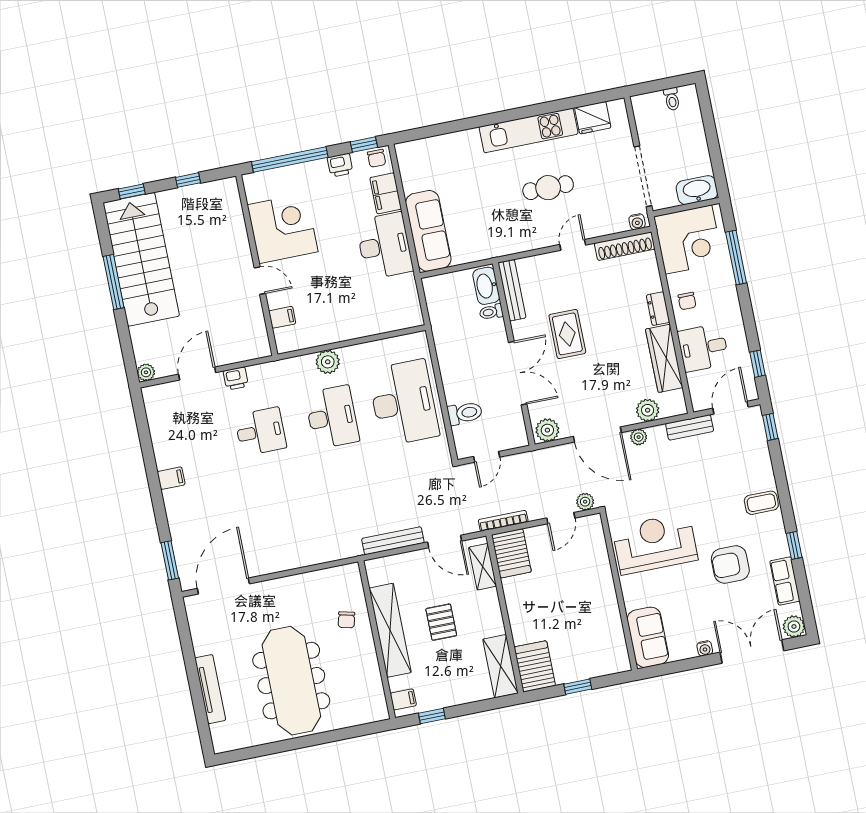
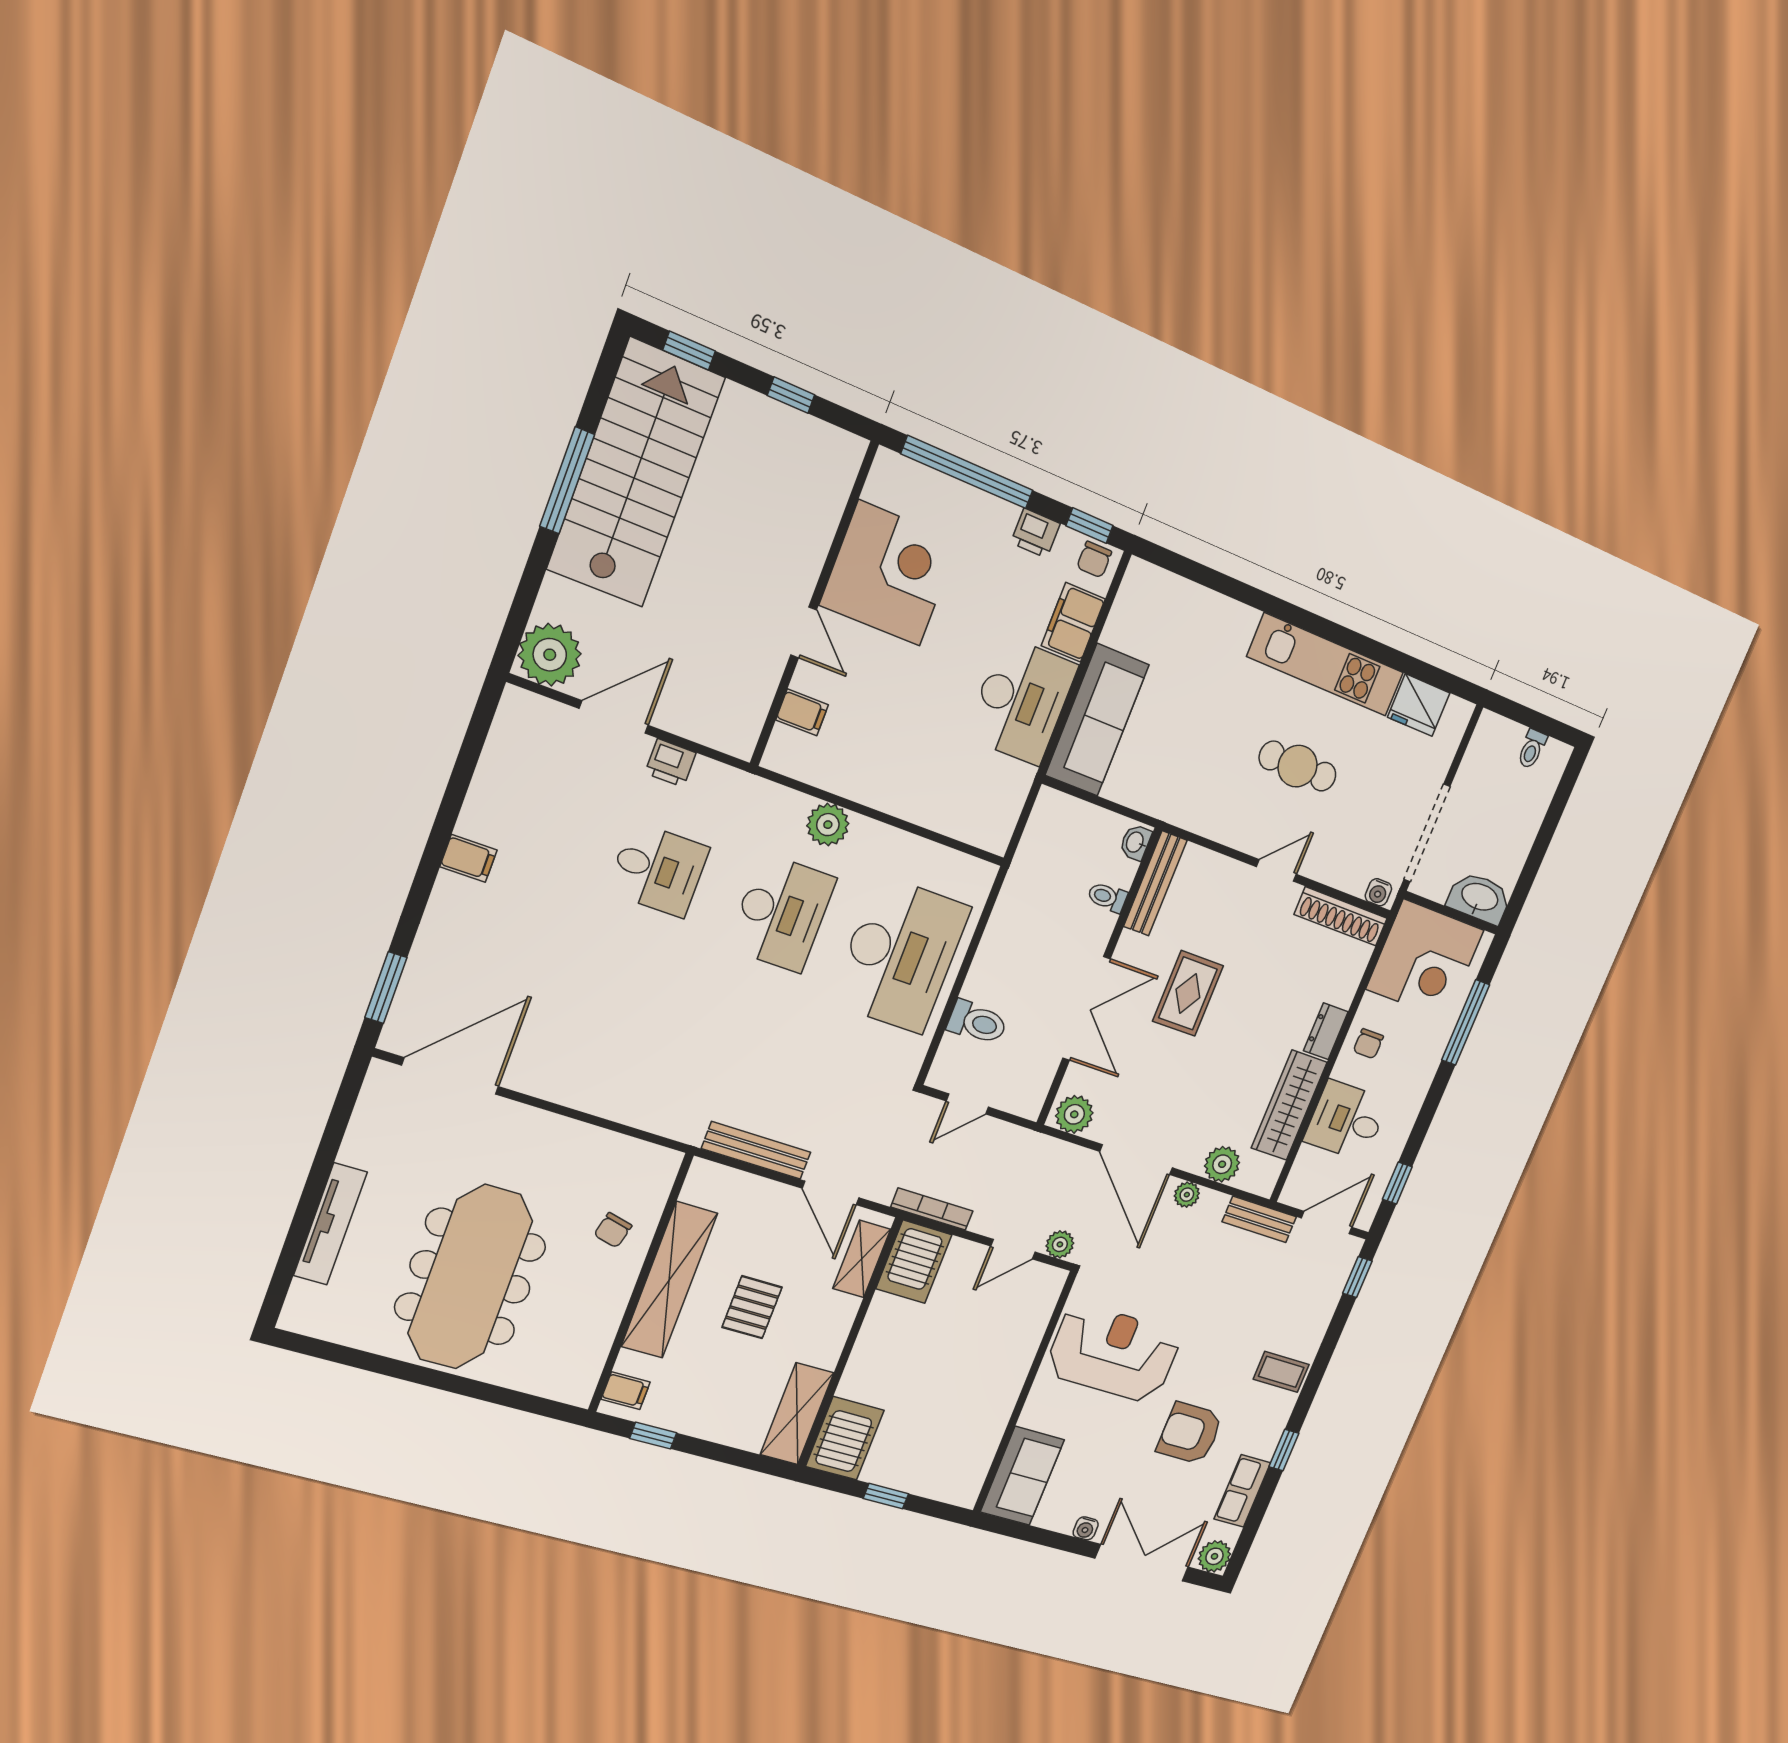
washbasin: (486, 286) -> (1135, 842), width x0.52, depth x0.69
plant: (146, 372) -> (550, 655), width x1.88, depth x1.88

